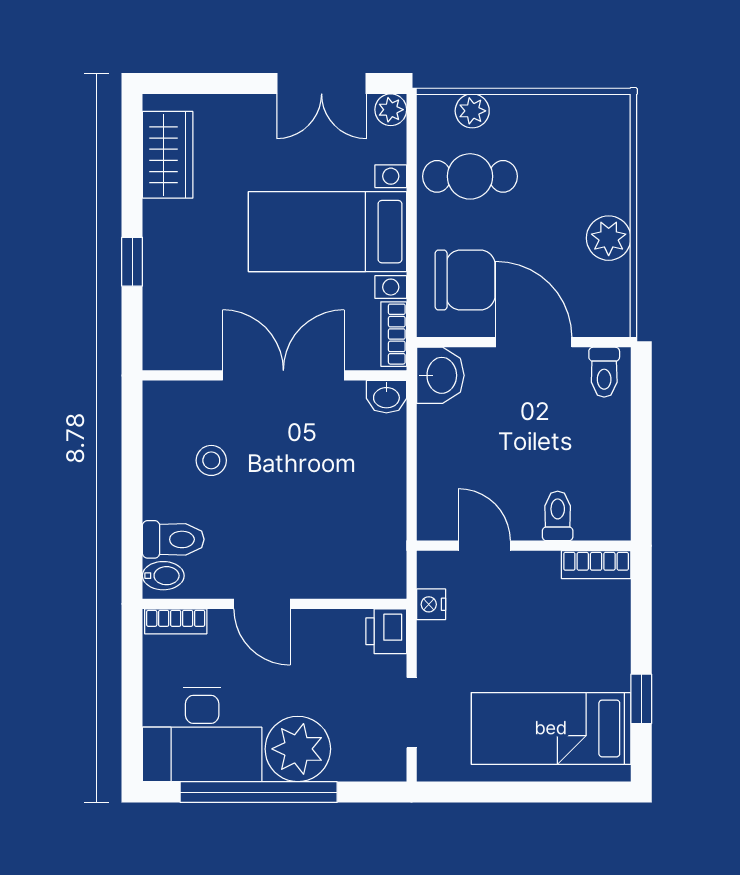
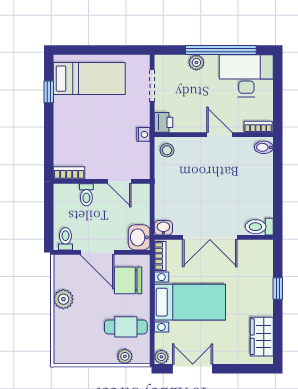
stool: (211, 460) -> (167, 150), moved
toilet: (558, 516) -> (86, 195), moved
toilet: (173, 539) -> (259, 227), moved
door: (484, 546) -> (119, 181), moved
wall: (524, 546) -> (102, 181), moved
bookcase: (596, 565) -> (69, 173), moved
plant: (298, 749) -> (196, 63), width x0.53, depth x0.53

